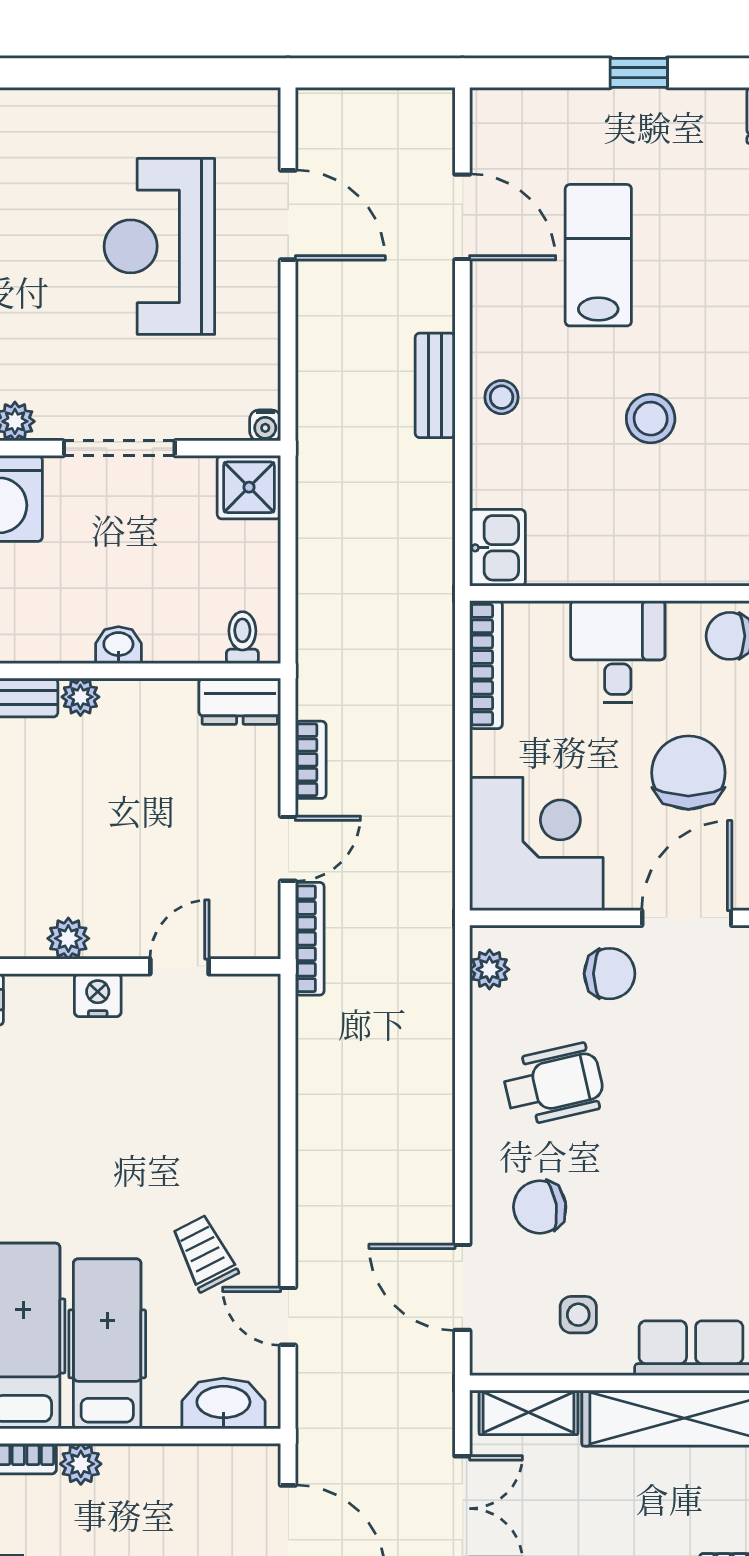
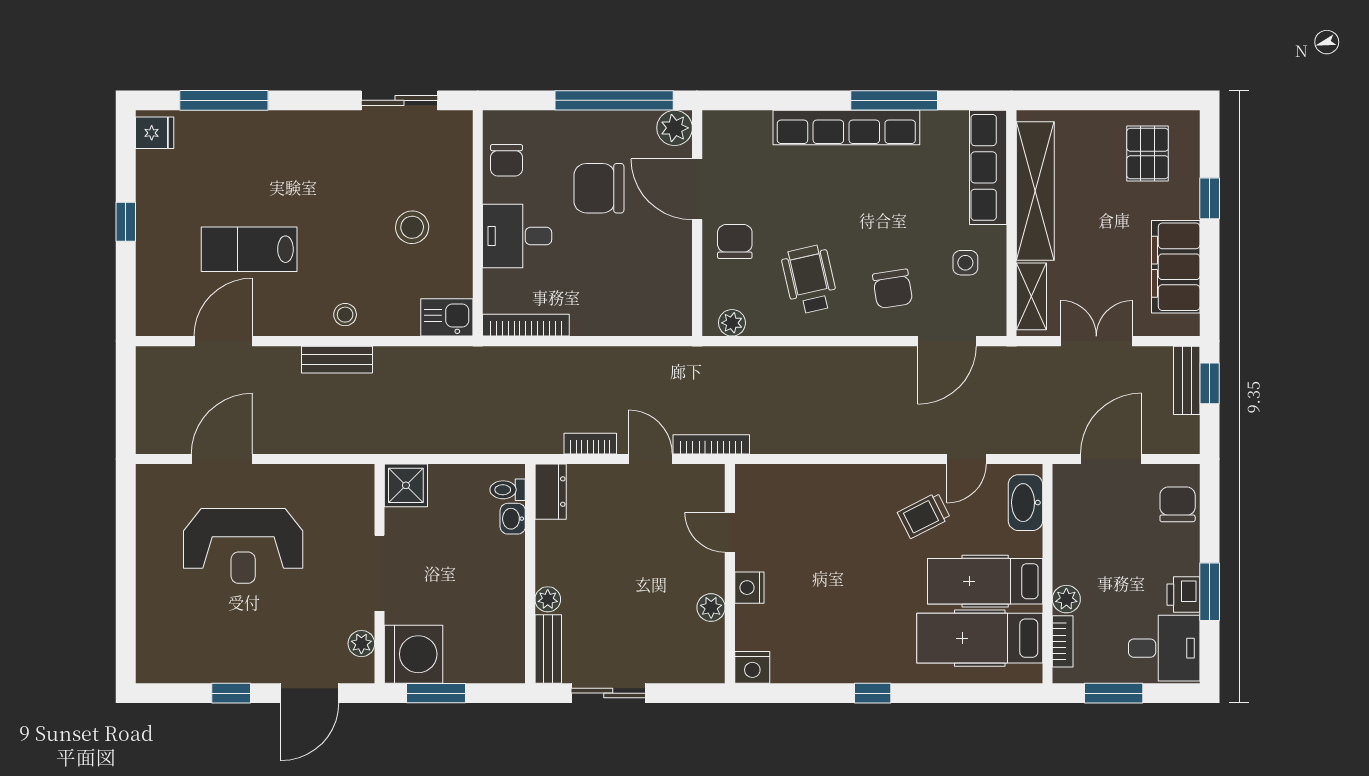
stool: (651, 419) -> (412, 227), moved
water cooler: (265, 425) -> (364, 474), removed
washbasin: (118, 645) -> (513, 519), moved
corner desk: (536, 844) -> (647, 291), removed

